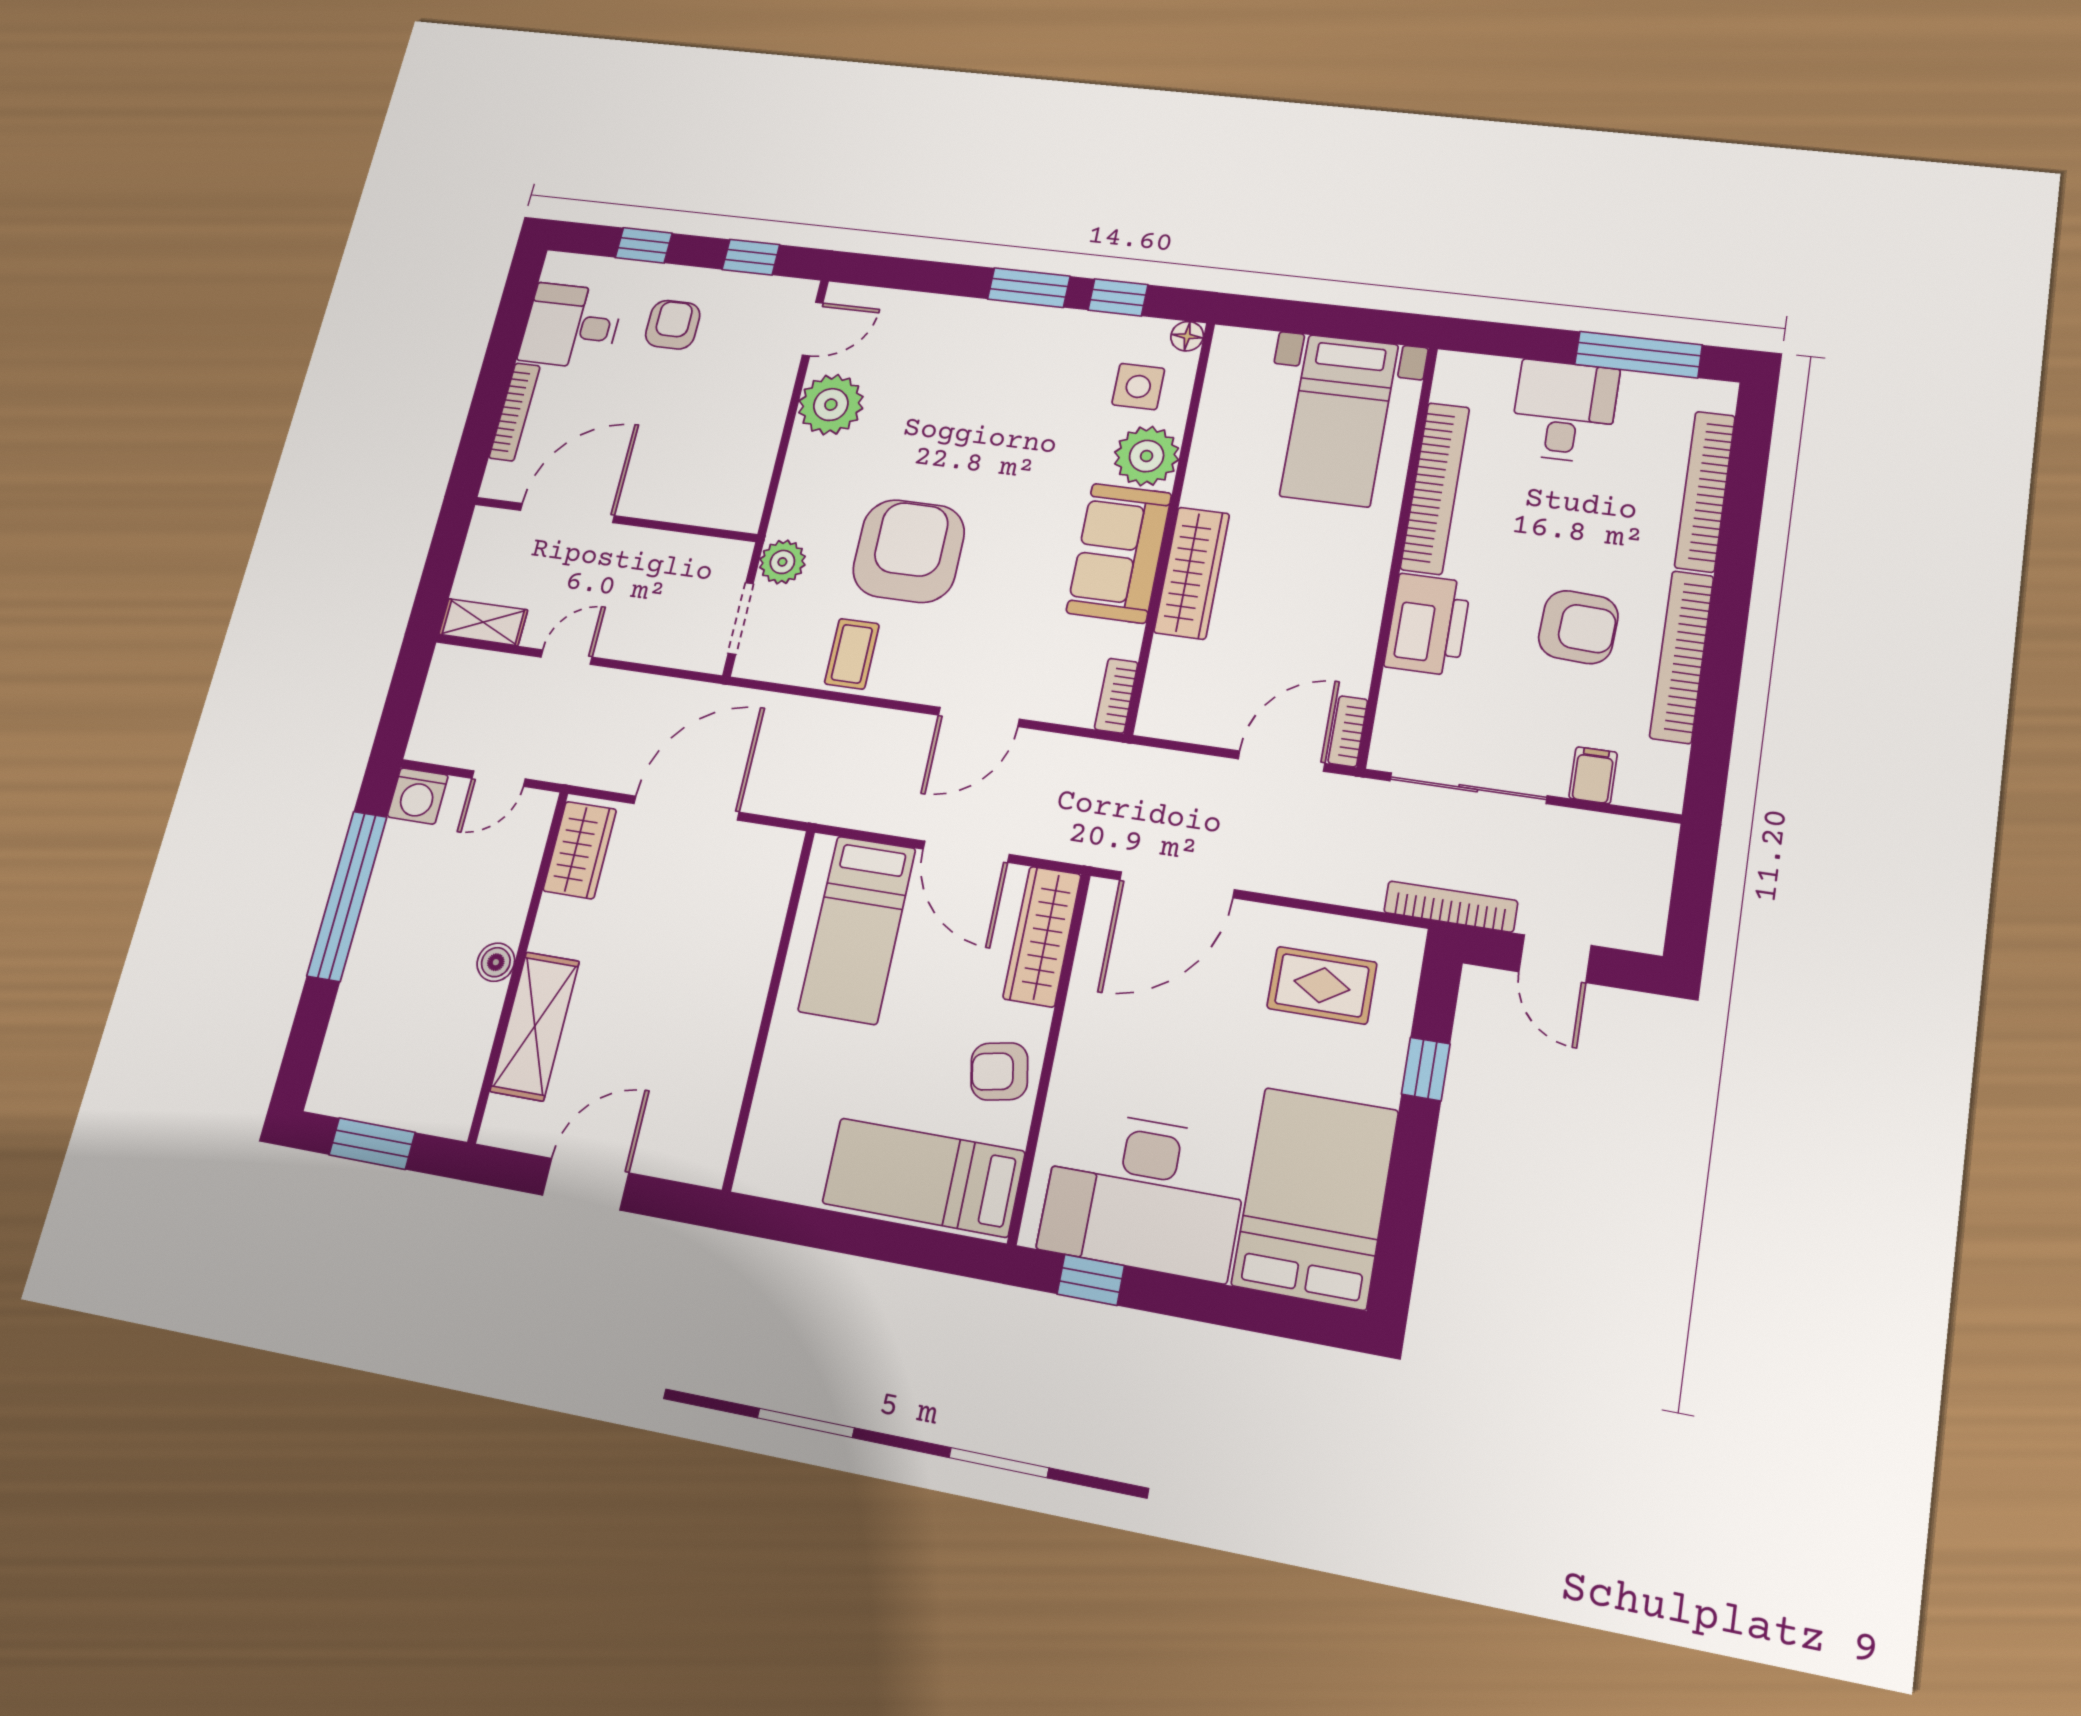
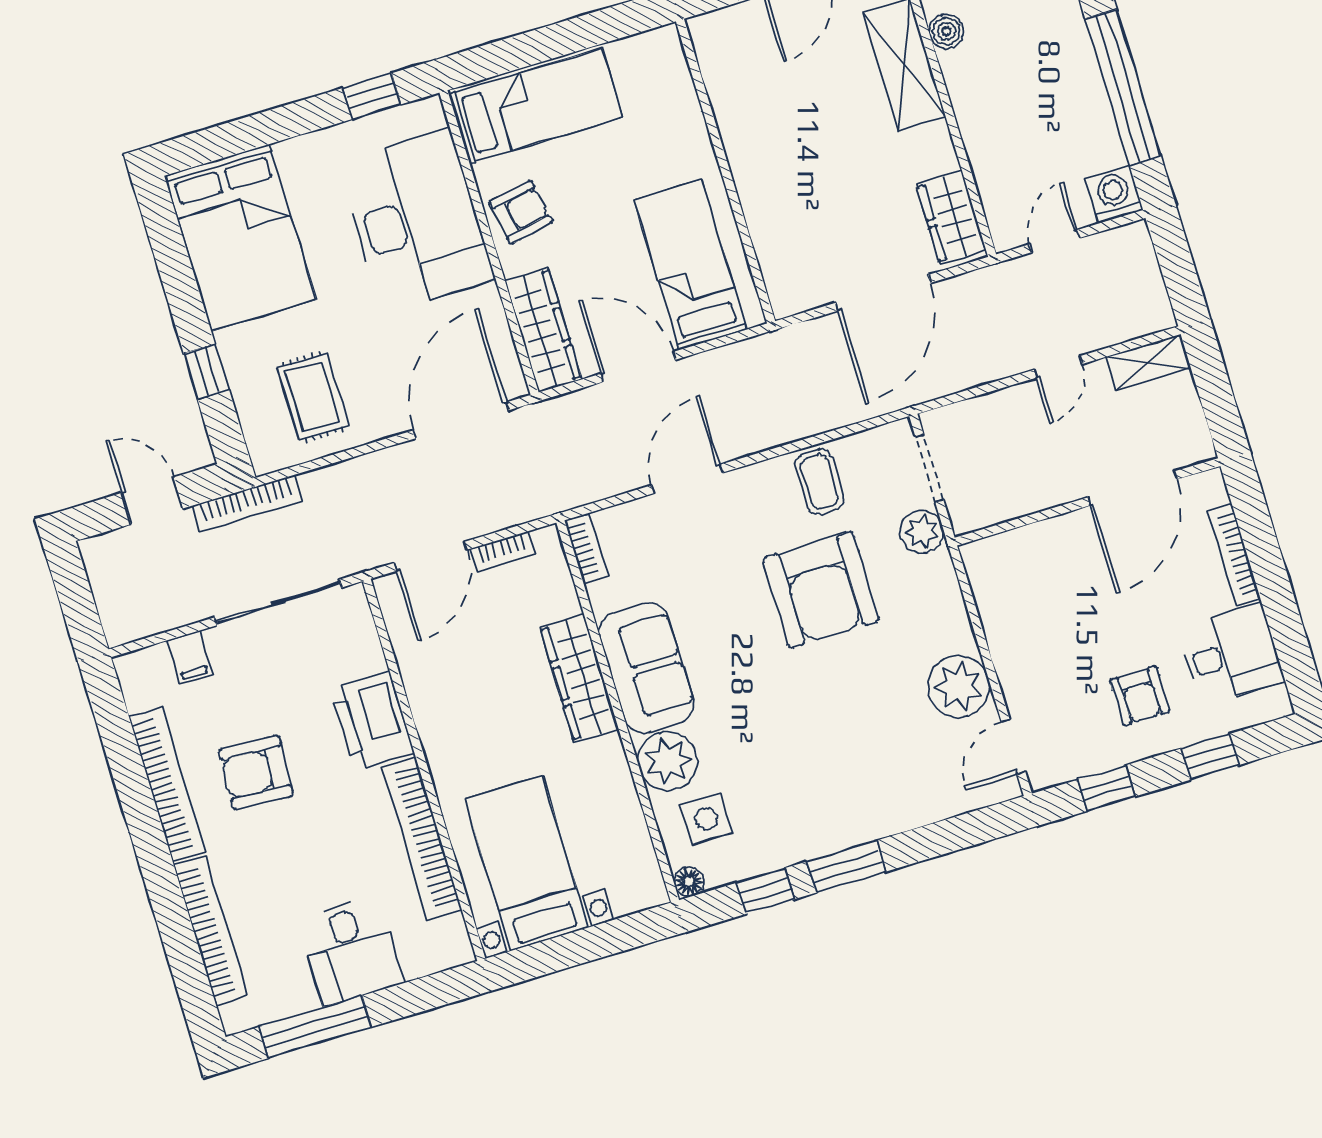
bookcase: (1348, 731) -> (503, 552), moved, turned 90
boiler: (496, 962) -> (946, 31), moved
rug: (1322, 985) -> (313, 397), turned 90
desk: (1144, 1194) -> (416, 221), moved, turned 90

